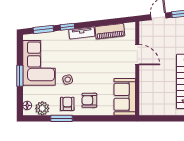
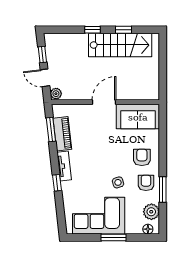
plant: (145, 26) -> (56, 94), added
window: (43, 29) -> (51, 130), moved
door: (137, 55) -> (104, 102), moved
armchair: (89, 100) -> (142, 157), turned 180
armchair: (67, 104) -> (146, 183), turned 90

